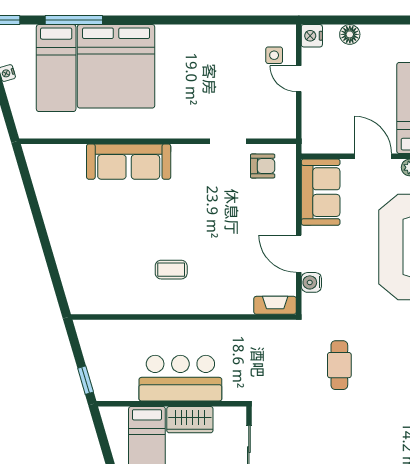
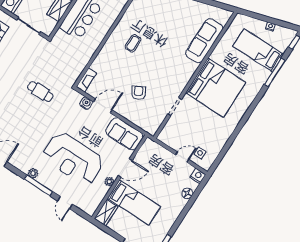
bed: (116, 66) -> (216, 88), moved, turned 180
sofa: (129, 162) -> (204, 41), moved
armchair: (263, 166) -> (138, 93), moved, turned 150

